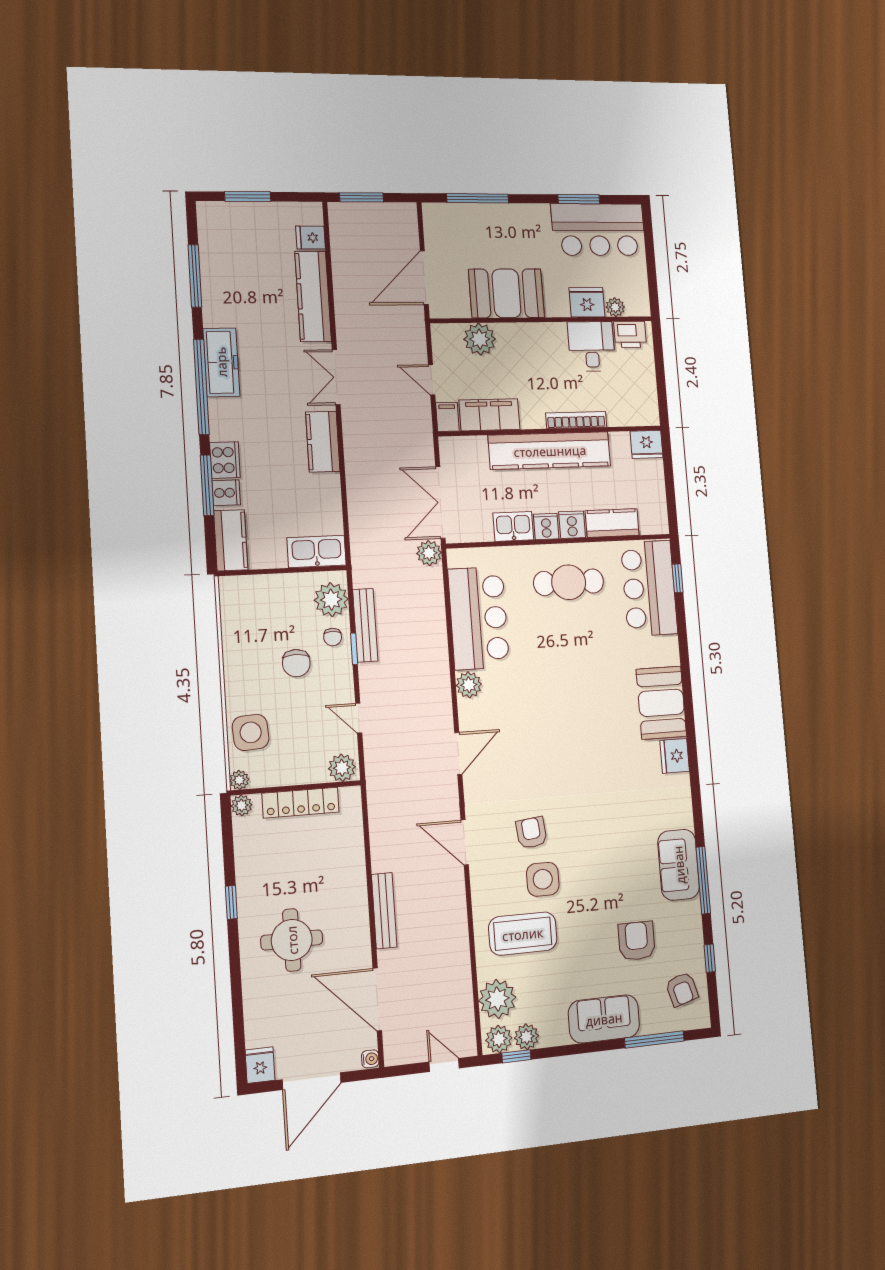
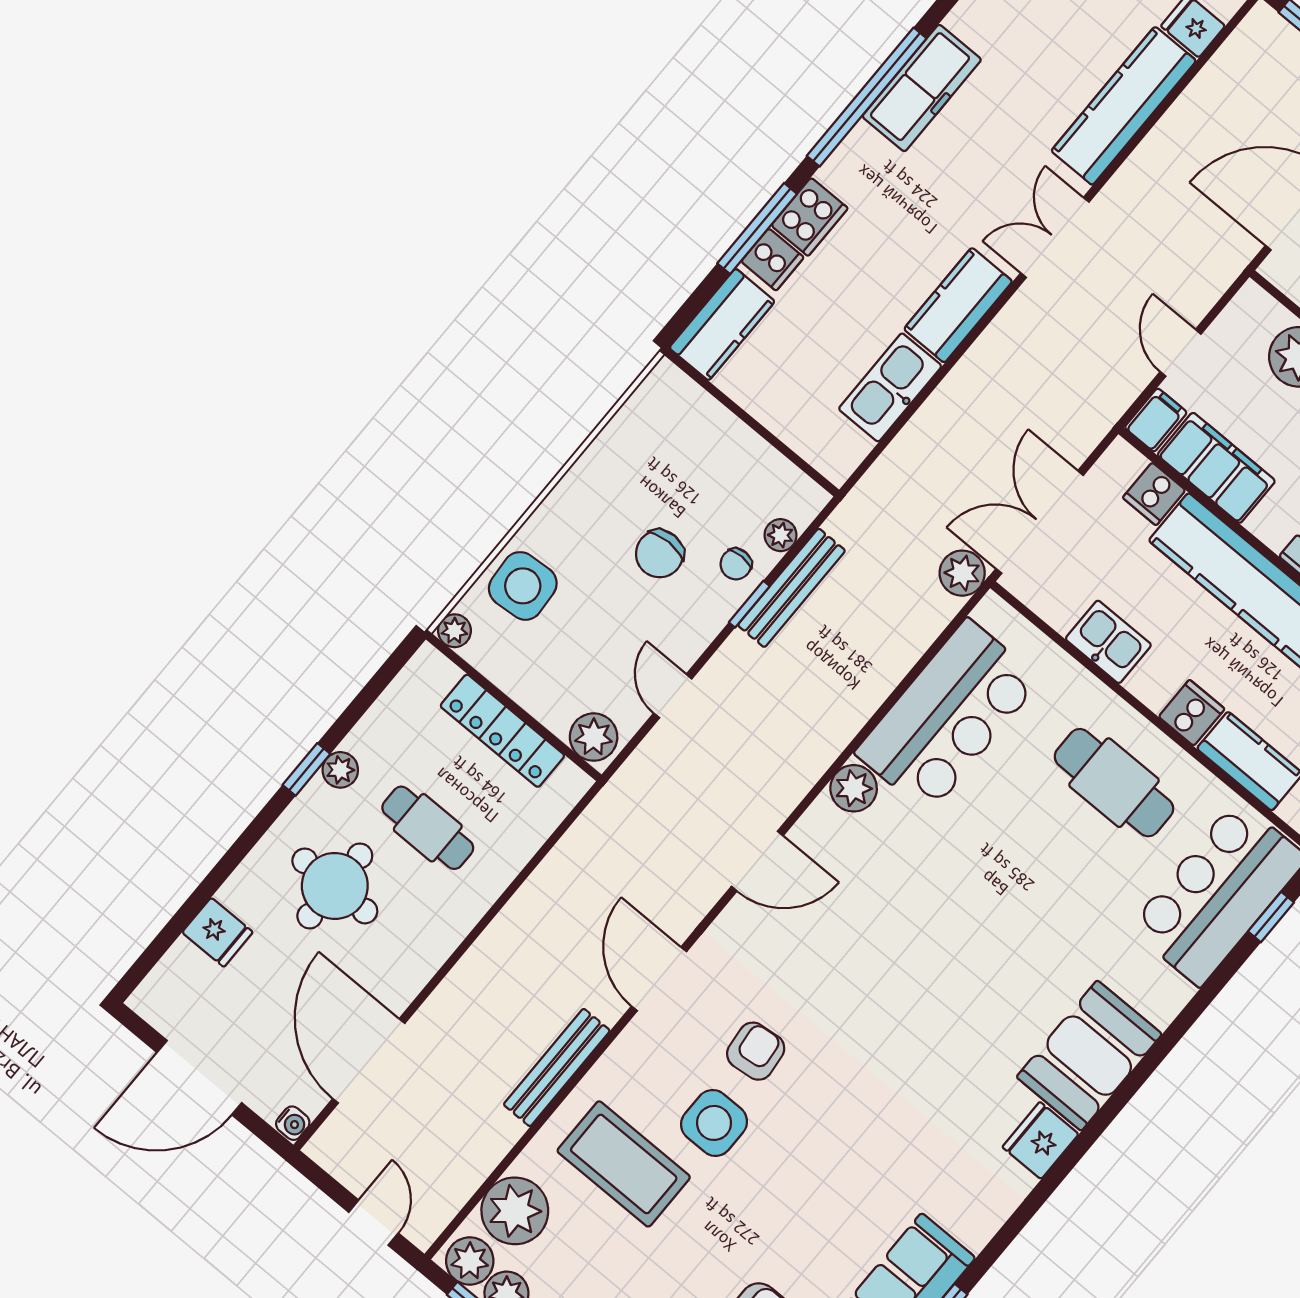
cooker: (546, 526) -> (1154, 494), moved, turned 180
kitchen sink: (317, 551) -> (890, 387), moved, turned -90
plant: (331, 600) -> (781, 535), width x0.53, depth x0.53
plant: (242, 805) -> (340, 770), moved
cafe table: (308, 875) -> (428, 828), added
bench: (384, 911) -> (557, 1068), moved
fridge: (260, 1065) -> (217, 932), moved, turned 90

